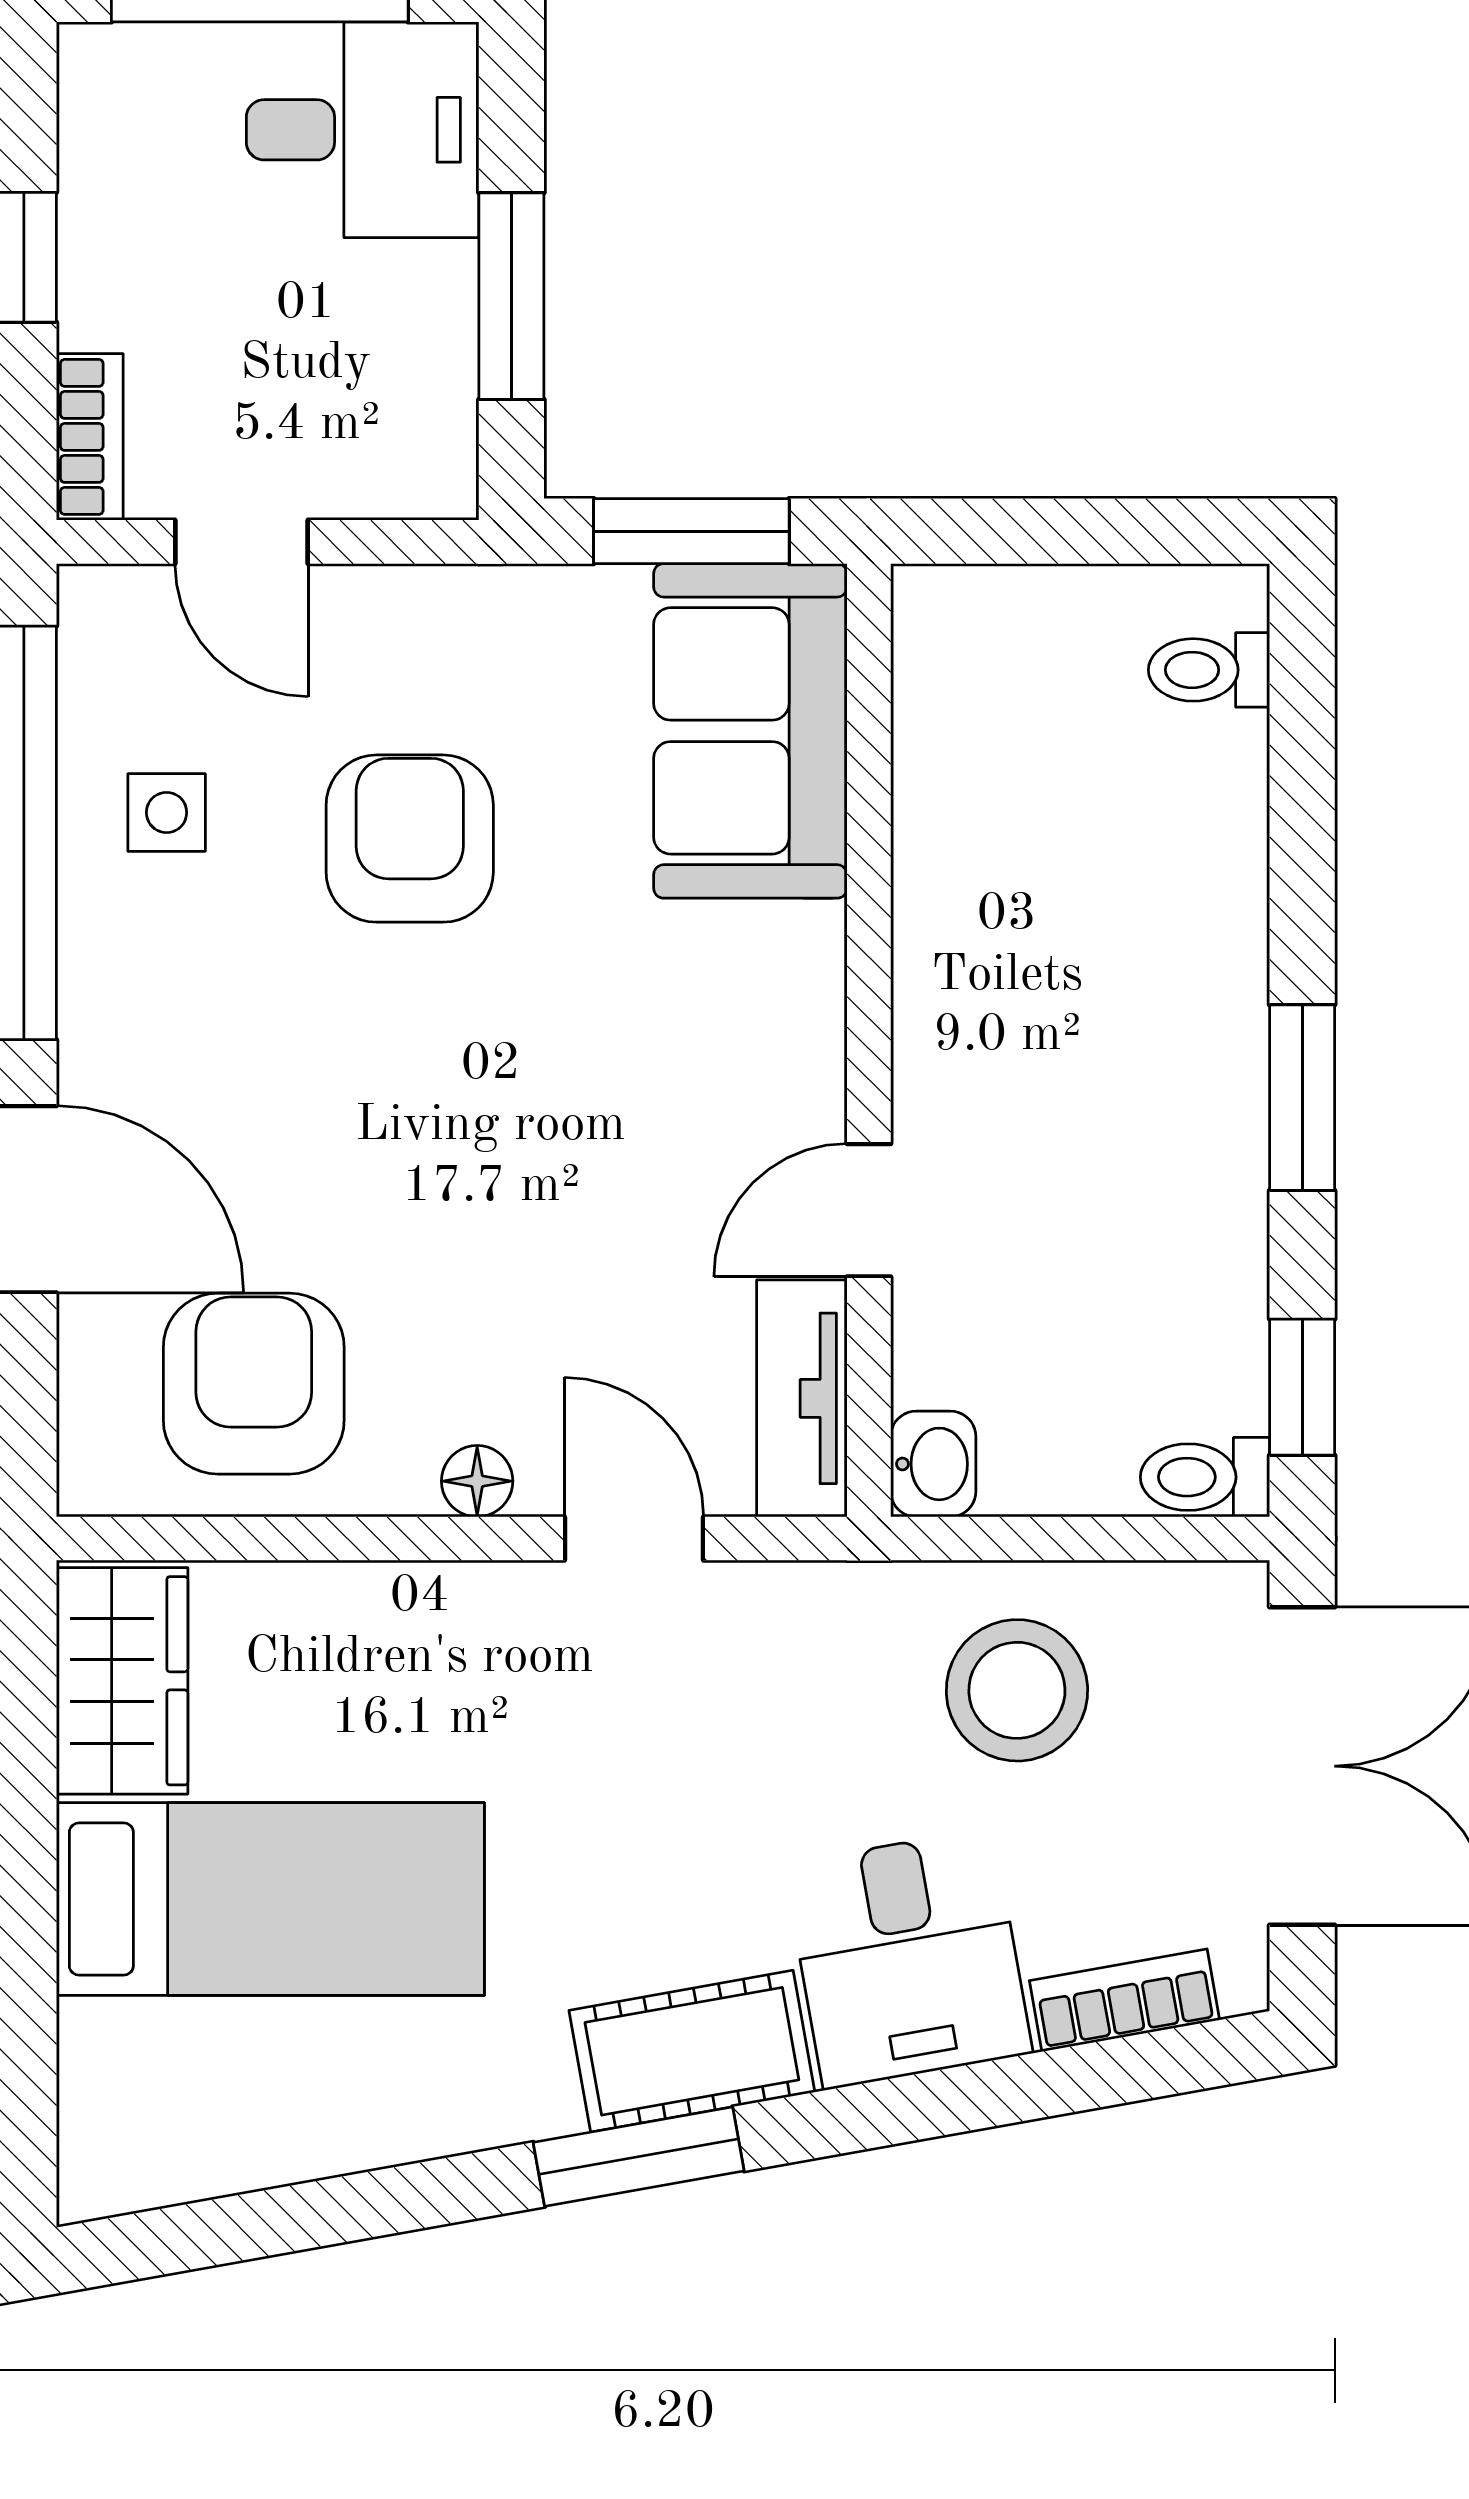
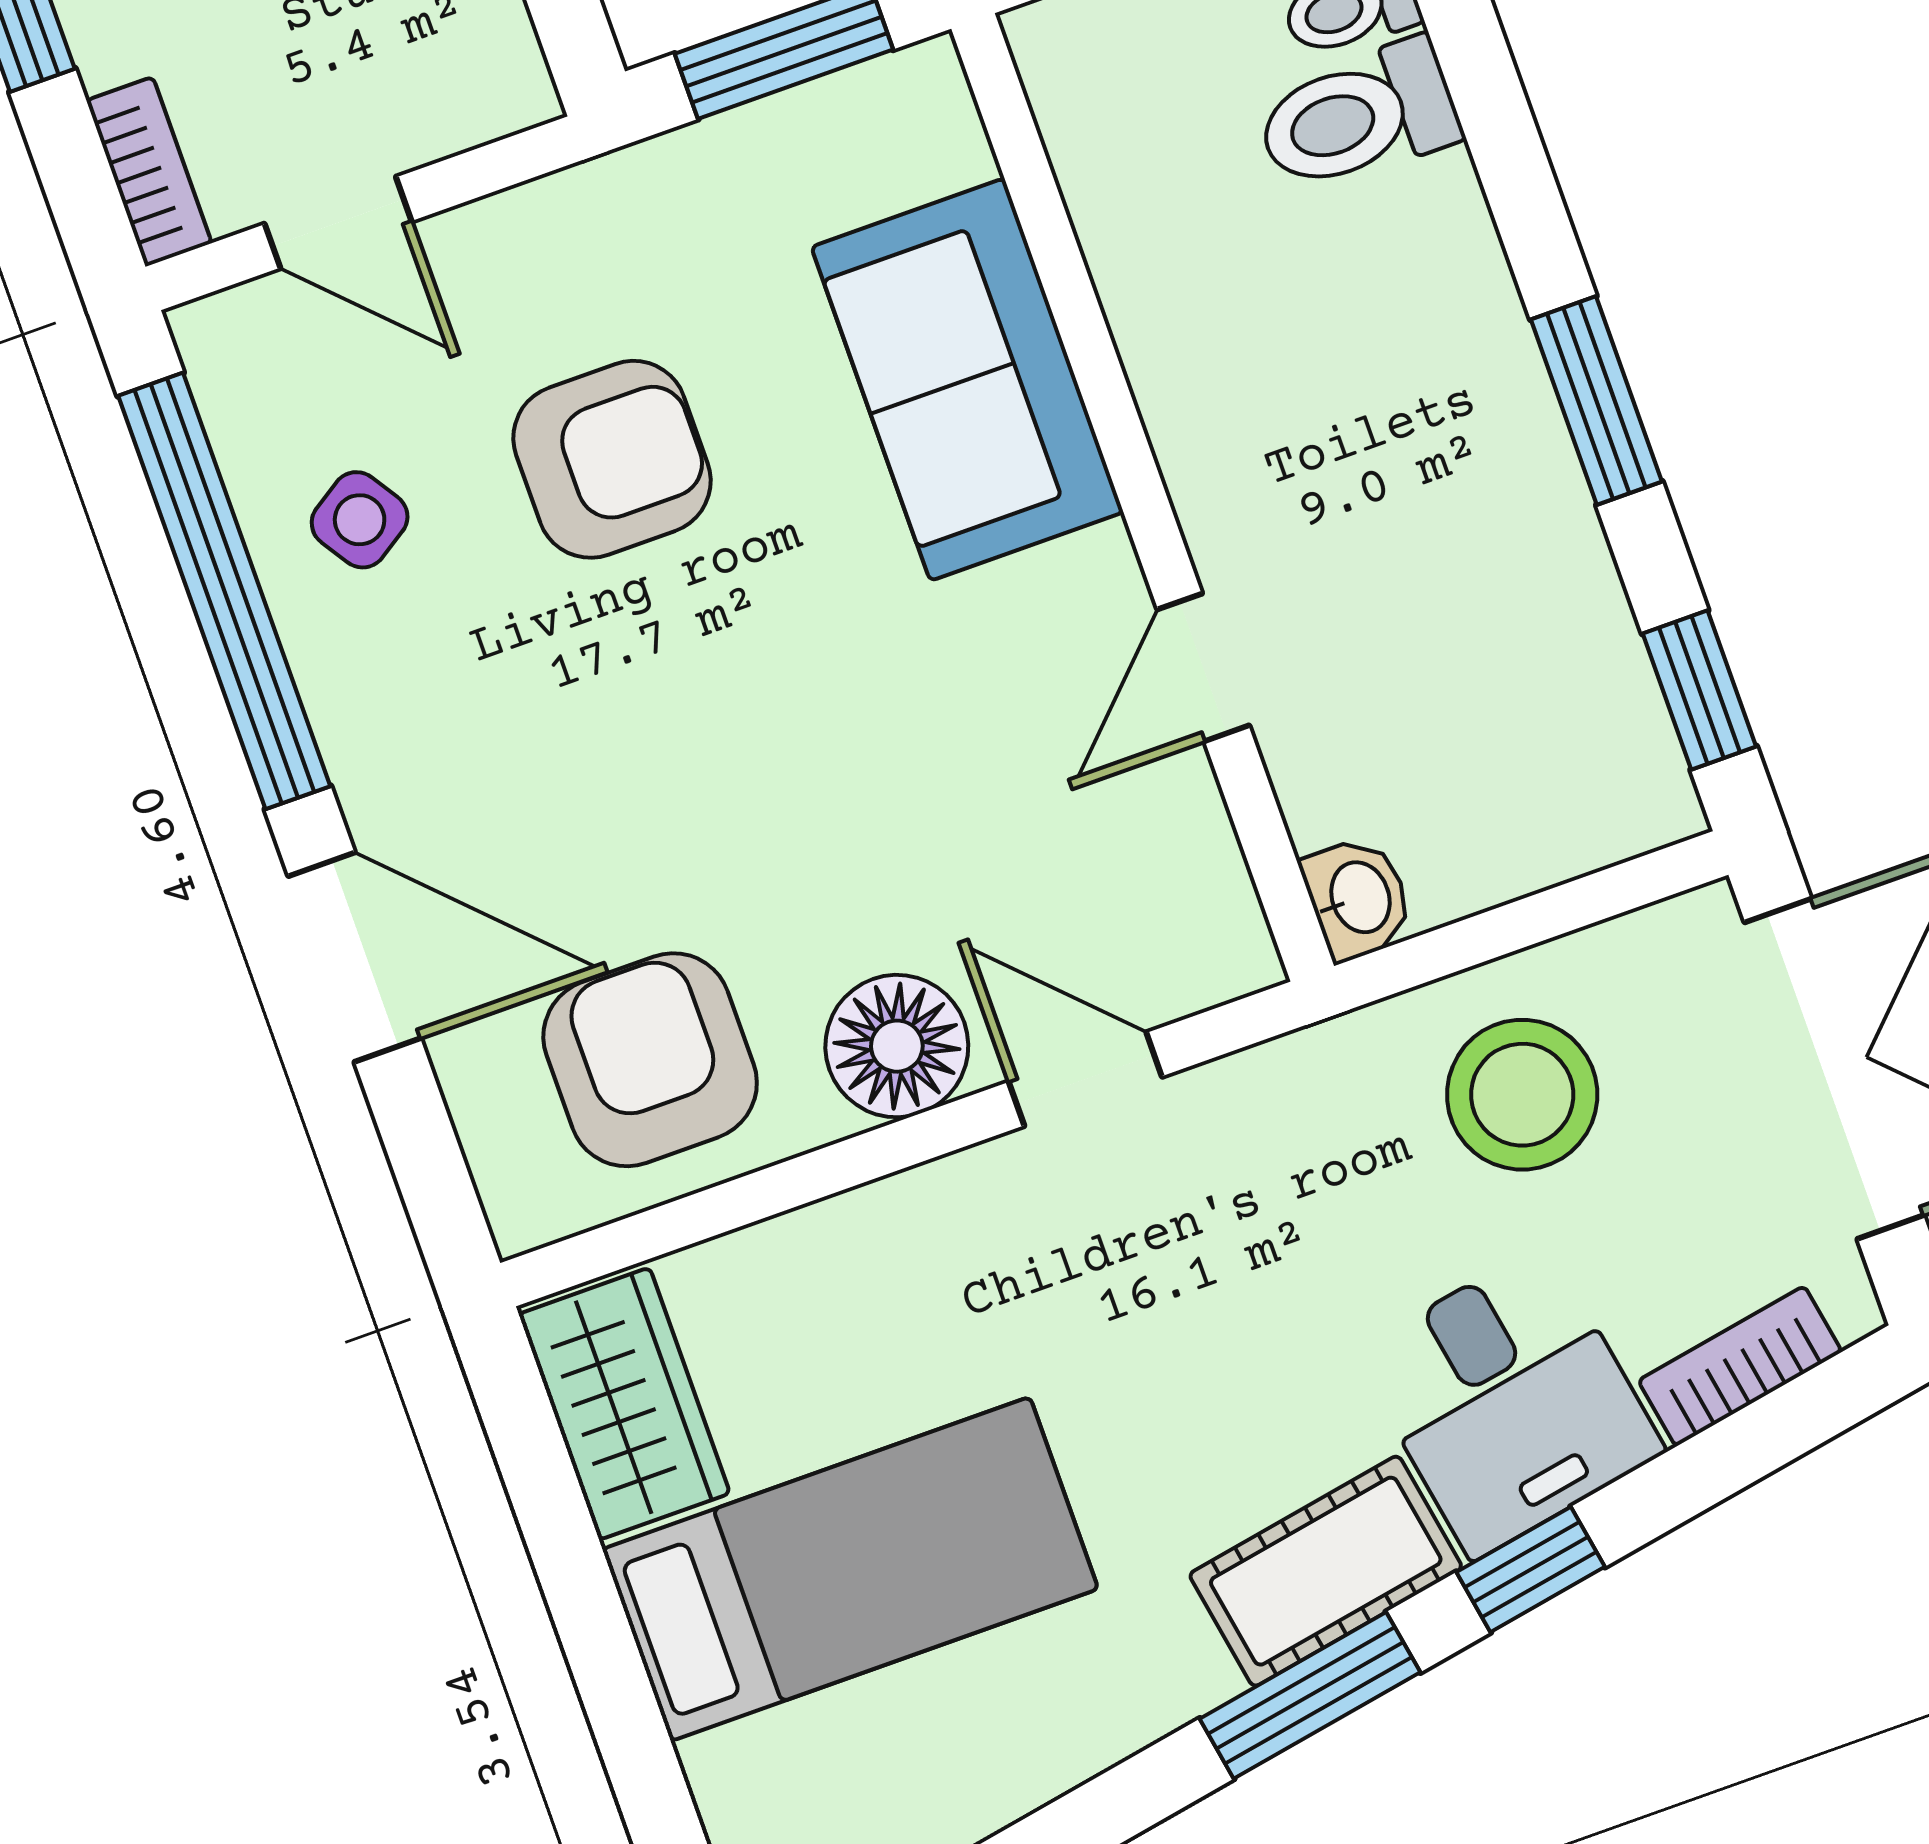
sofa: (750, 731) -> (967, 380), moved
side table: (167, 812) -> (360, 520), turned -33
armchair: (410, 839) -> (612, 459), turned 90
tv unit: (802, 1398) -> (1203, 879), removed
toilet: (1205, 1477) -> (1358, 117), moved, width x1.37, depth x1.39
floor lamp: (477, 1481) -> (897, 1046), width x1.89, depth x1.89
window: (874, 2115) -> (1531, 1569), added

